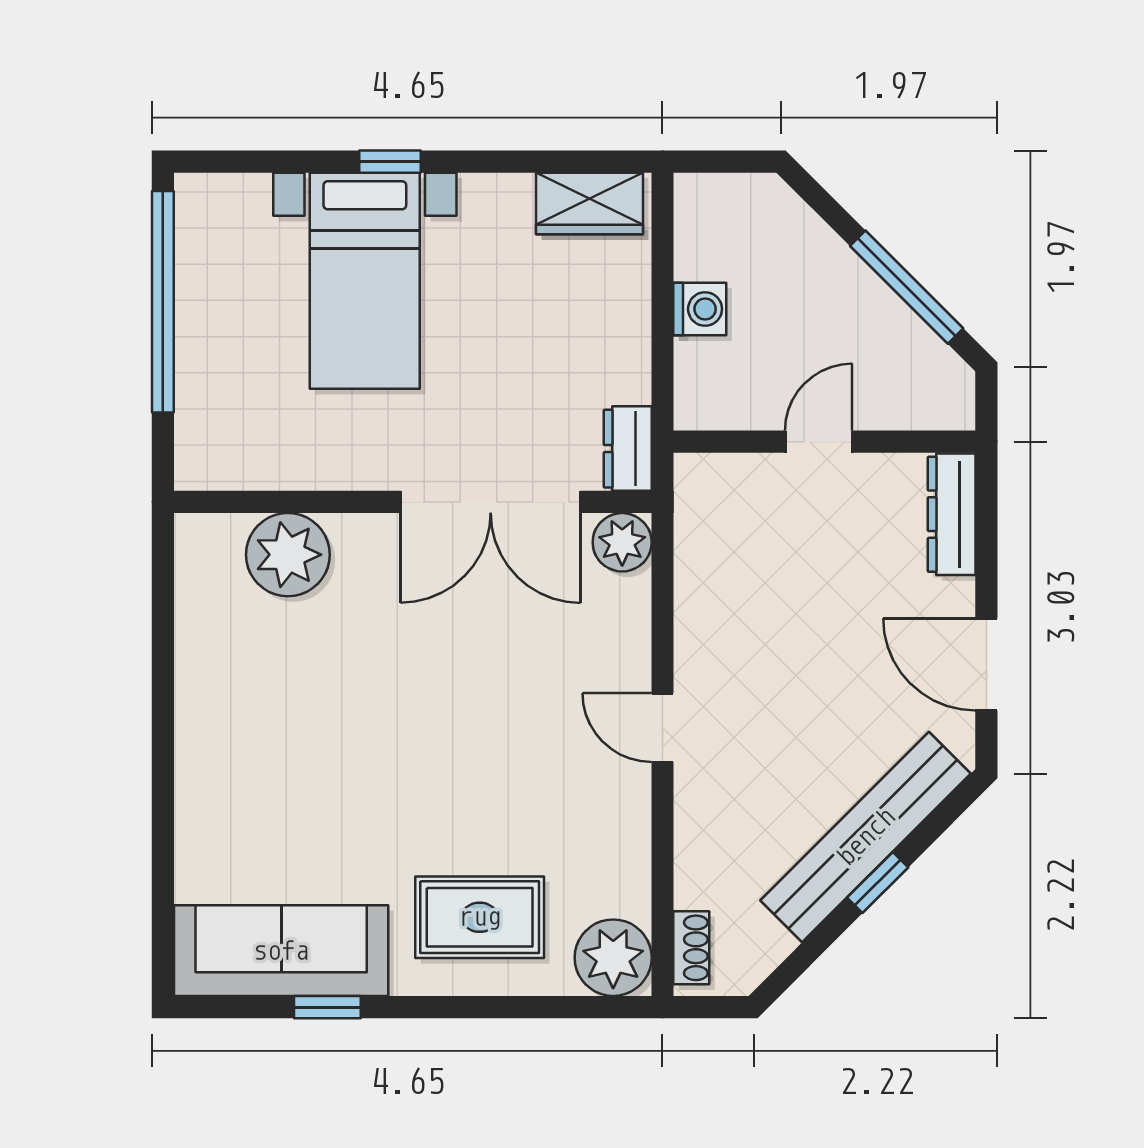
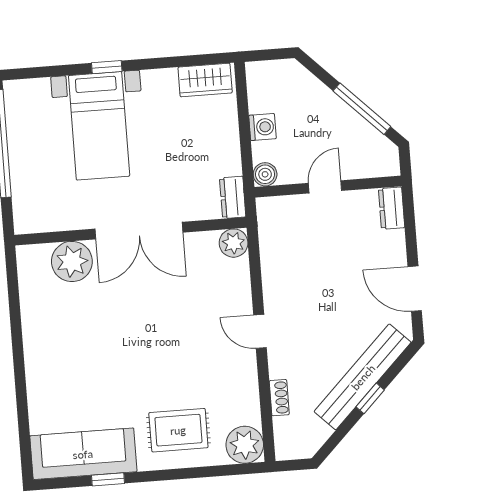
boiler: (698, 406) -> (265, 174), added
double door: (491, 502) -> (139, 231), moved
dresser: (952, 514) -> (392, 208), width x0.70
shoe rack: (691, 948) -> (279, 398), moved

